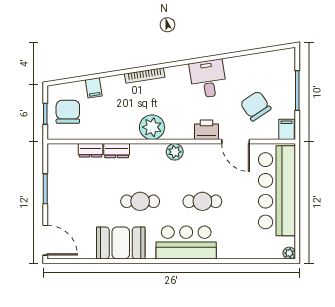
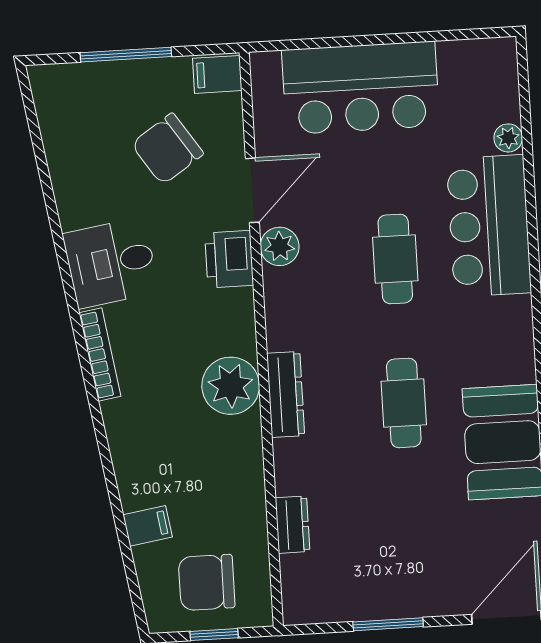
bookcase: (145, 75) -> (100, 354), moved
dresser: (117, 151) -> (286, 394), moved, width x1.44
plant: (175, 152) -> (280, 246), moved
bar counter: (277, 191) -> (361, 88), width x0.73
bar counter: (186, 243) -> (489, 226), moved
plant: (289, 253) -> (508, 138), moved

